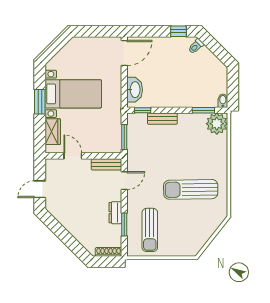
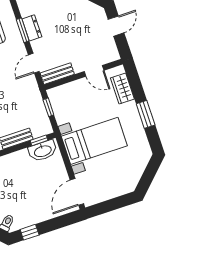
washbasin: (135, 90) -> (43, 151), moved, turned -90
bed with nightstands: (73, 94) -> (94, 141), moved, turned 180
window: (124, 137) -> (48, 107), width x0.67
window: (124, 225) -> (23, 30), moved

